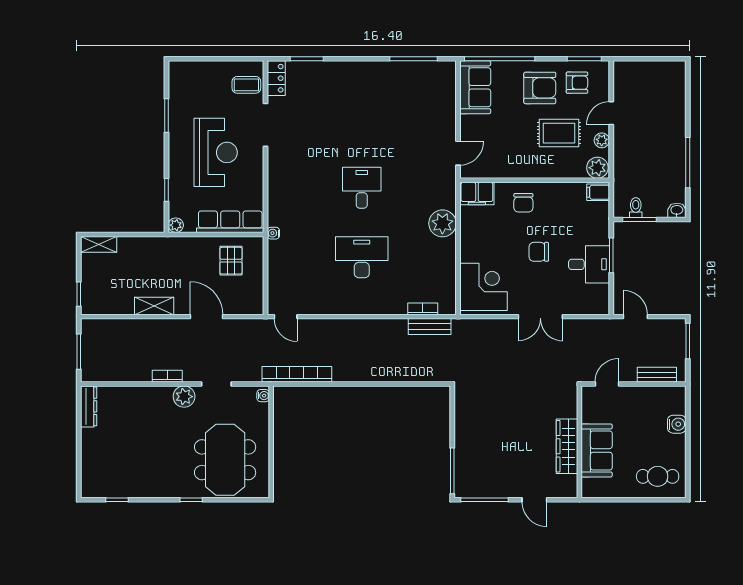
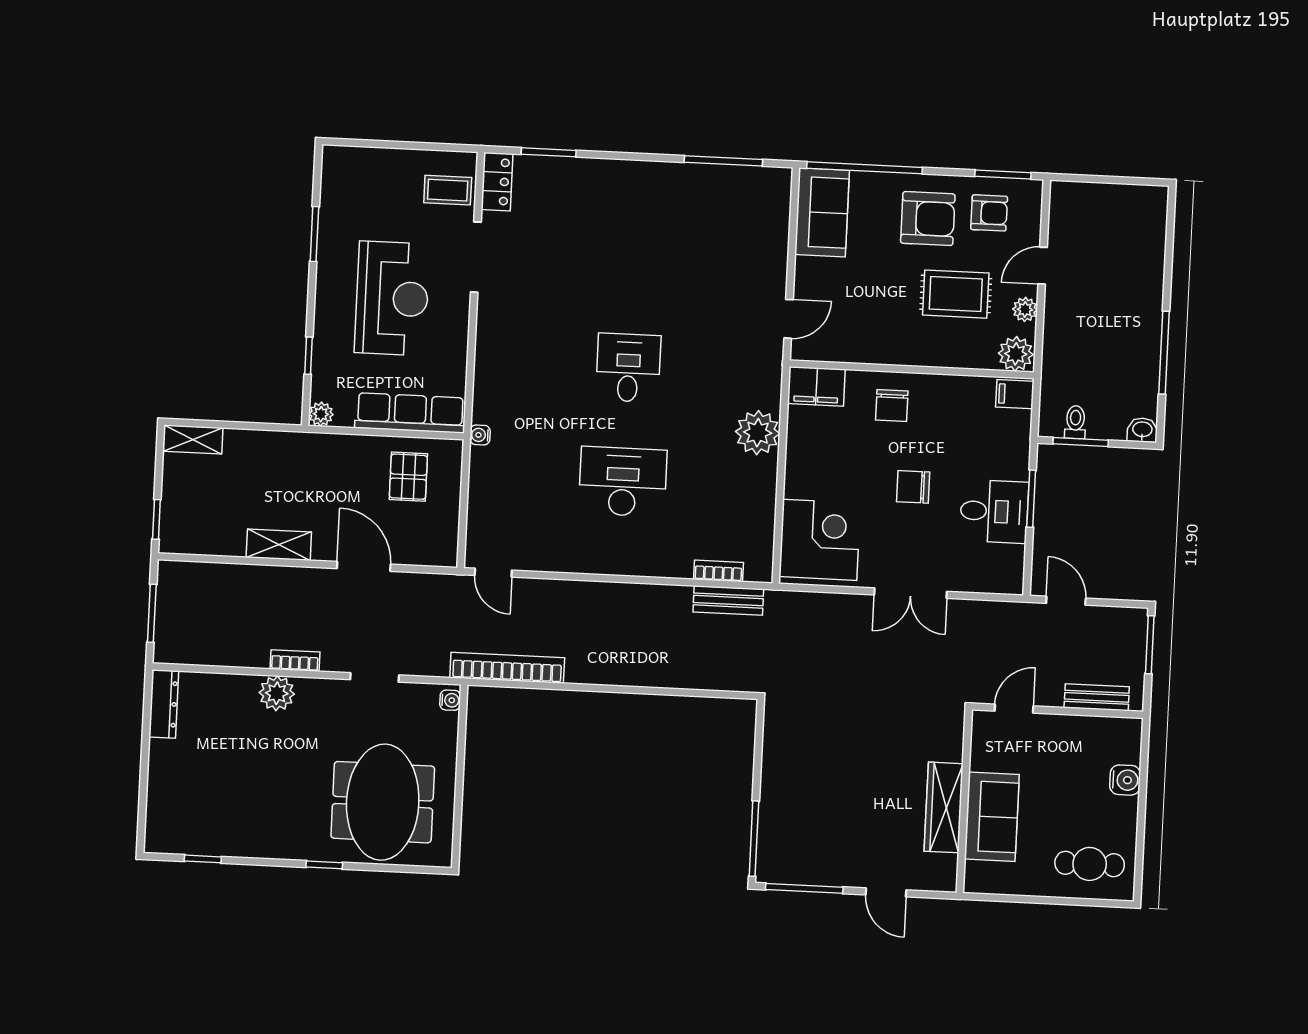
plant: (184, 397) -> (277, 693), moved

